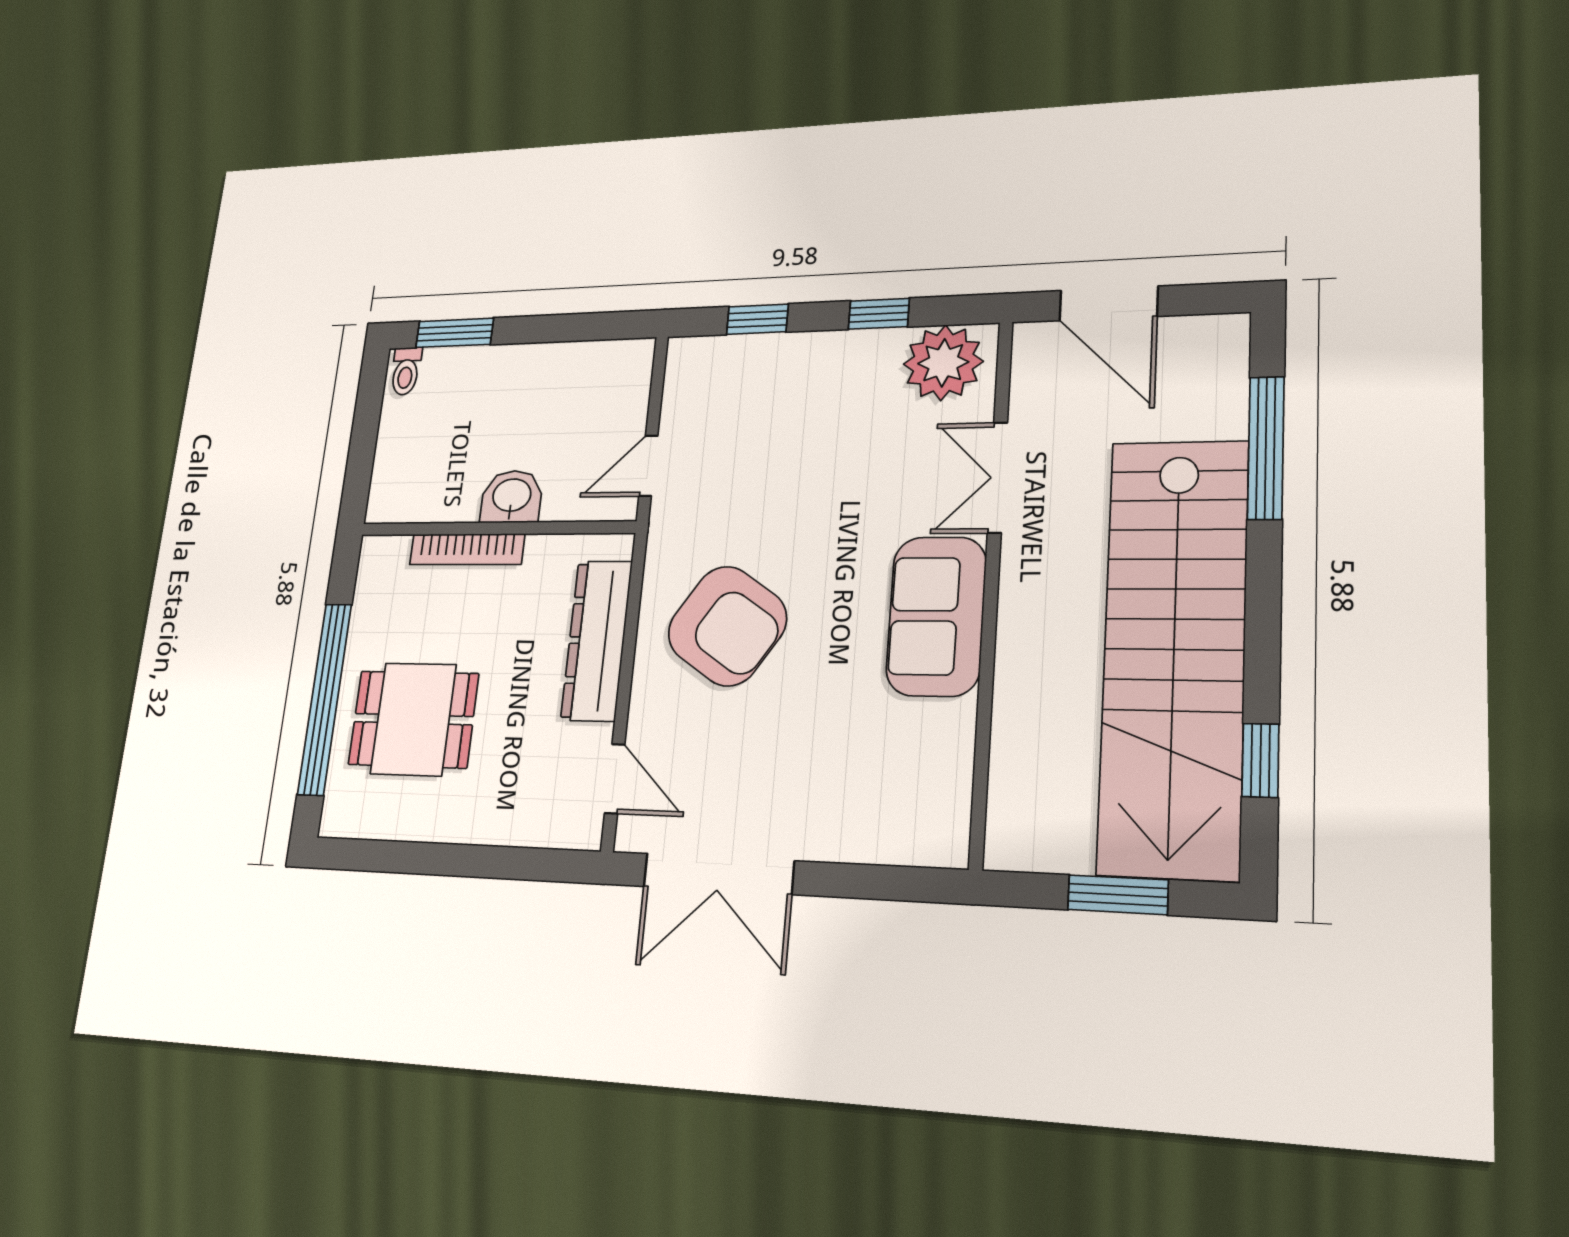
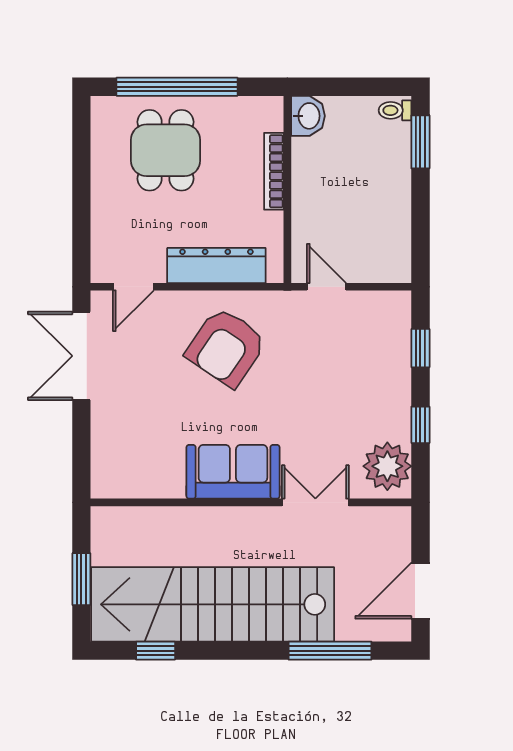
door: (1109, 303) -> (420, 591), moved
washbasin: (512, 497) -> (308, 116), moved

